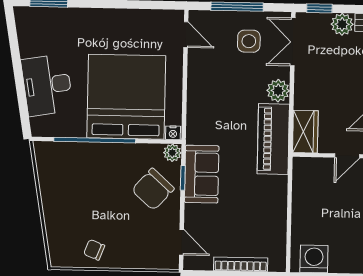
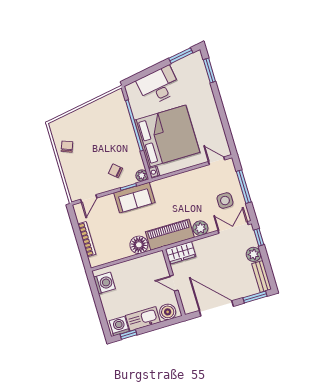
door: (186, 35) -> (217, 161), swing flipped
window: (13, 38) -> (181, 56), added
chair: (153, 189) -> (116, 171), width x0.54, depth x0.54
floor lamp: (274, 190) -> (139, 245), added

